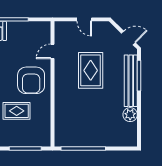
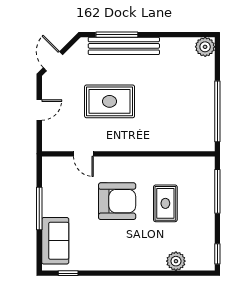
door: (128, 38) -> (53, 61), moved
armchair: (31, 80) -> (117, 201), moved
plant: (130, 115) -> (205, 47), moved

